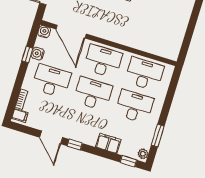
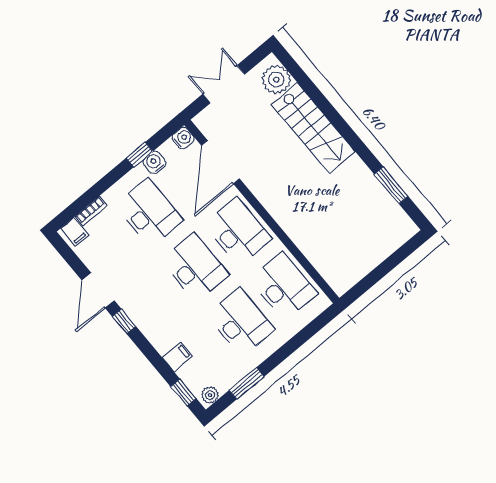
filing cabinet: (108, 143) -> (177, 357), width x0.50

